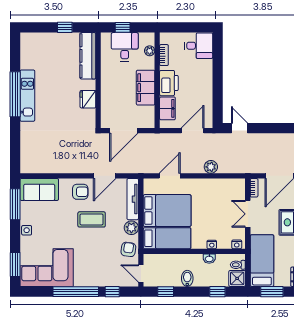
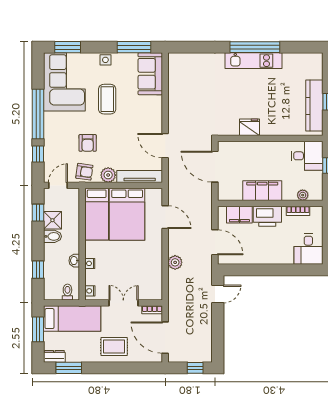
desk: (125, 47) -> (307, 156), moved
kitchen counter: (88, 56) -> (314, 106), moved, turned -90
armchair: (80, 192) -> (88, 143), moved
coffee table: (92, 219) -> (107, 99), moved
shower: (237, 278) -> (52, 220), moved

